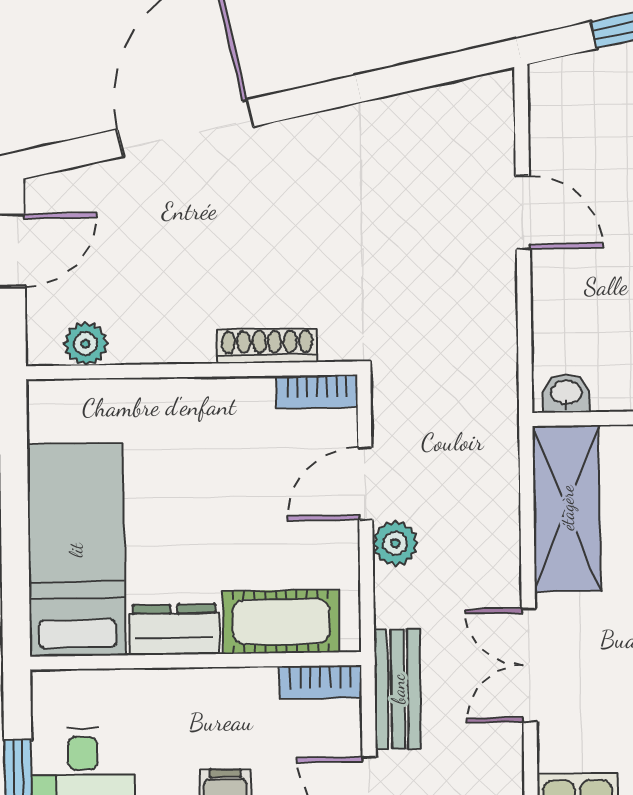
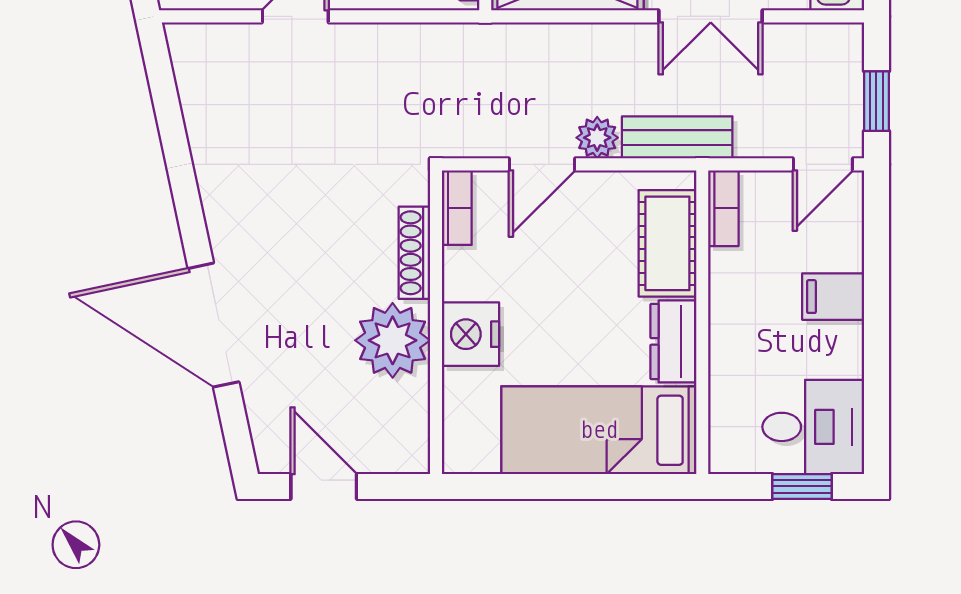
plant: (86, 344) -> (393, 340), moved, width x1.88, depth x1.88
nightstand: (179, 408) -> (470, 334), added
door: (365, 484) -> (542, 164), hinge flipped
bench: (398, 689) -> (677, 137), moved

